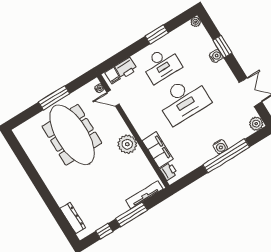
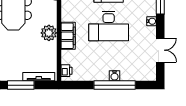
water cooler: (216, 56) -> (151, 21), moved
plant: (256, 124) -> (150, 75), removed
filing cabinet: (158, 150) -> (68, 36), moved

